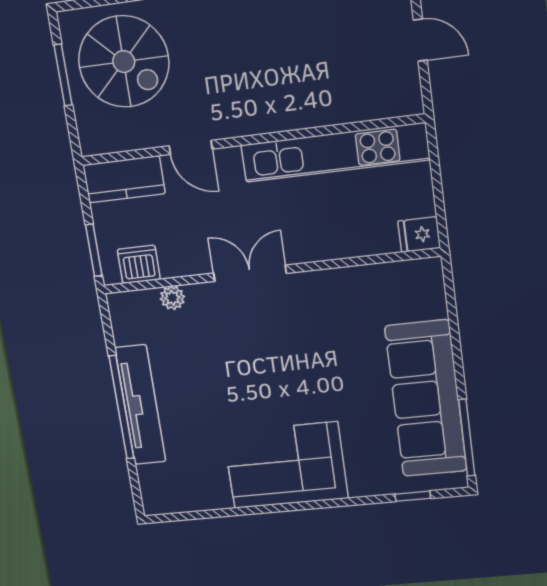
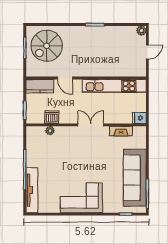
door: (420, 40) -> (147, 52), hinge flipped
spiral stairs: (124, 62) -> (47, 46), turned 90
dishwasher: (139, 264) -> (52, 117), moved
double door: (250, 273) -> (91, 125), moved
fireplace: (371, 277) -> (121, 131), added
tv unit: (140, 405) -> (32, 190), moved

